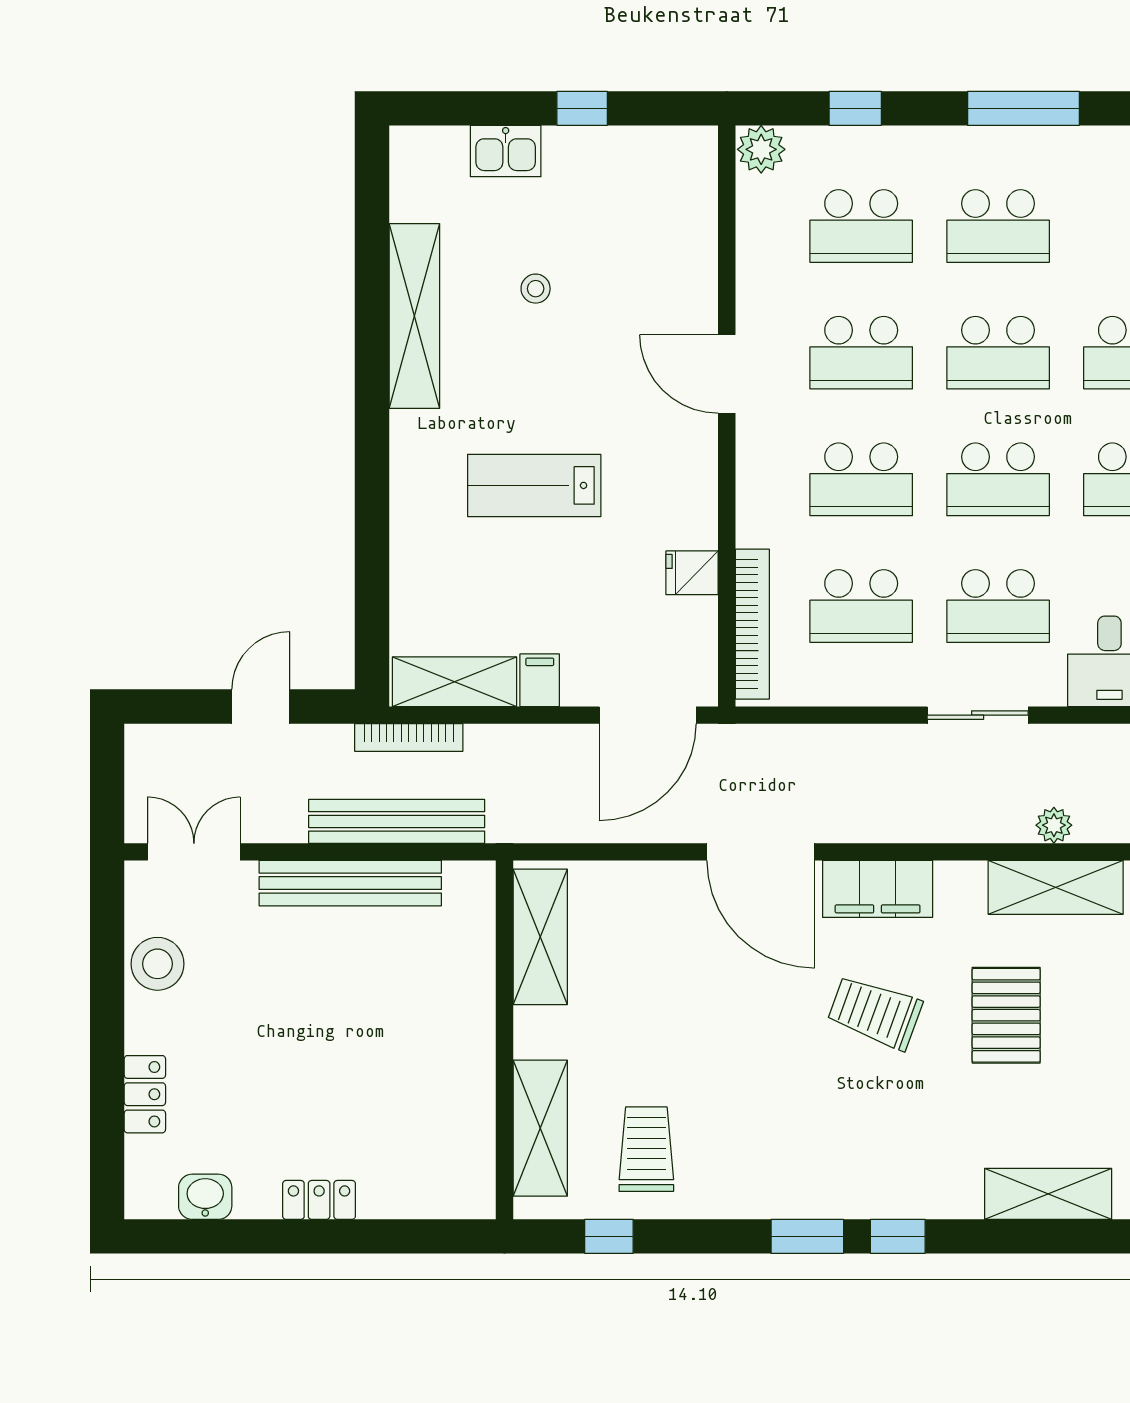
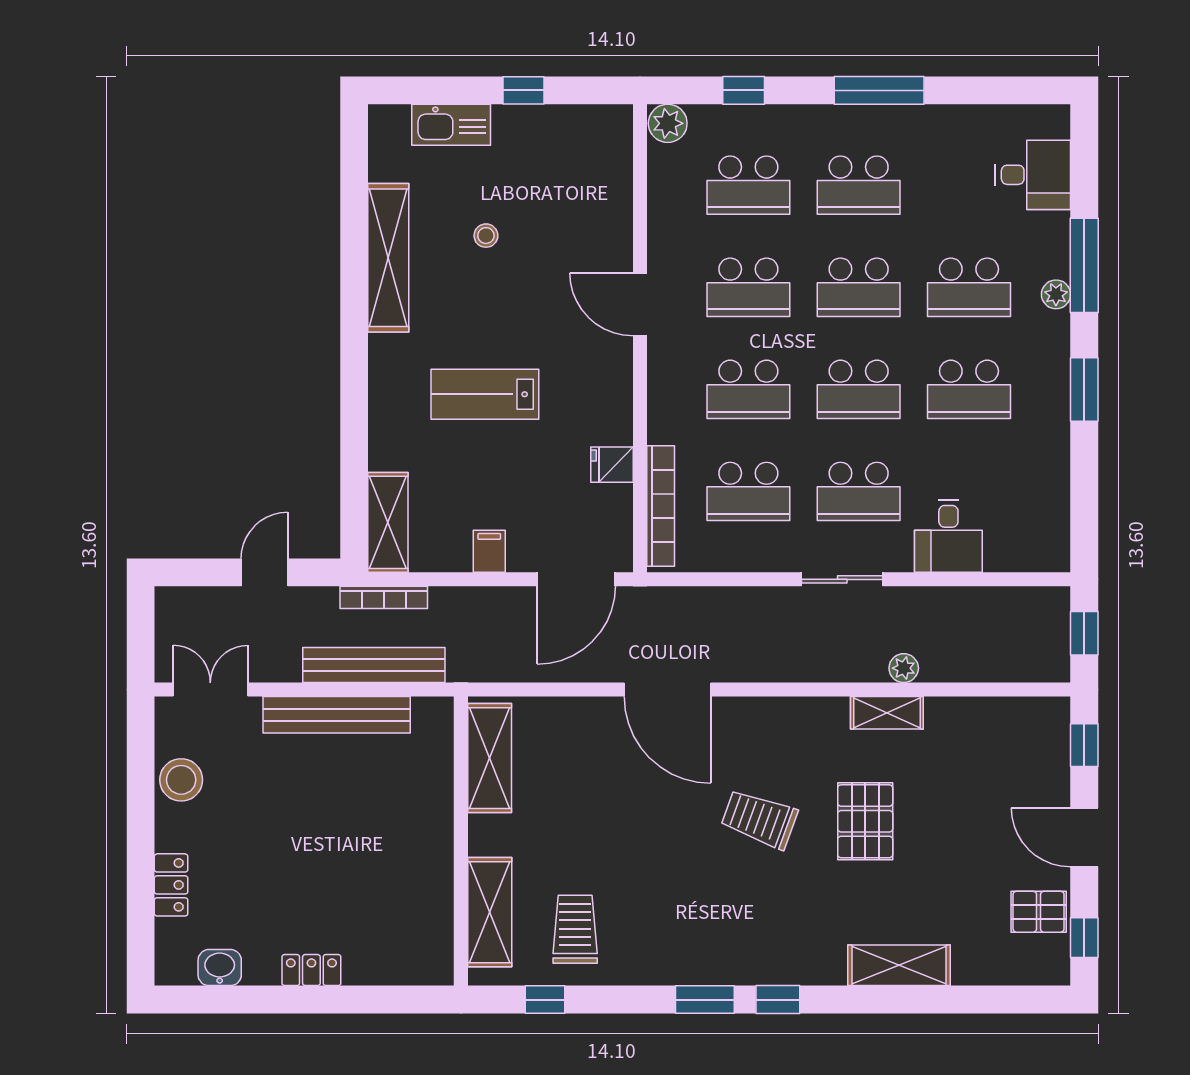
kitchen sink: (506, 151) -> (451, 125), width x1.38
shelving: (455, 682) -> (388, 522), moved, turned 90
shelving: (1056, 887) -> (887, 713), width x0.67, depth x0.75
filing cabinet: (878, 889) -> (762, 719), removed

